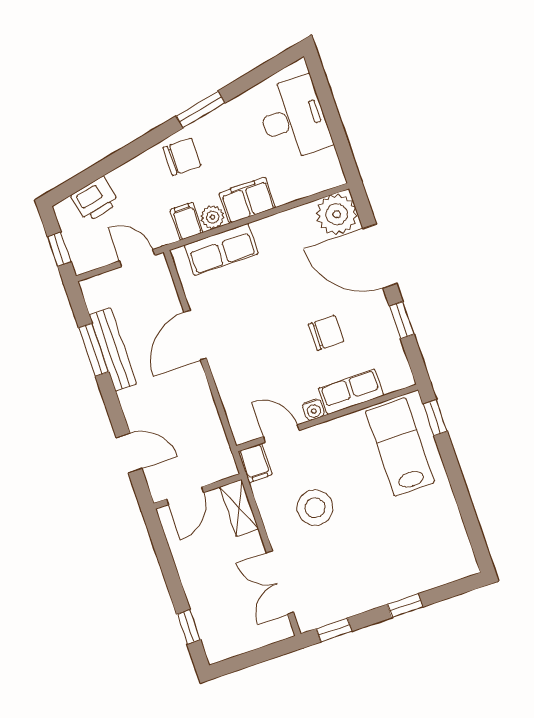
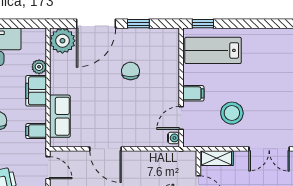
plant: (213, 217) -> (39, 67), moved
door: (137, 258) -> (48, 168), swing flipped
row of seats: (351, 392) -> (170, 68), removed
water cooler: (313, 410) -> (173, 138), moved
filing cabinet: (255, 463) -> (193, 93), moved

